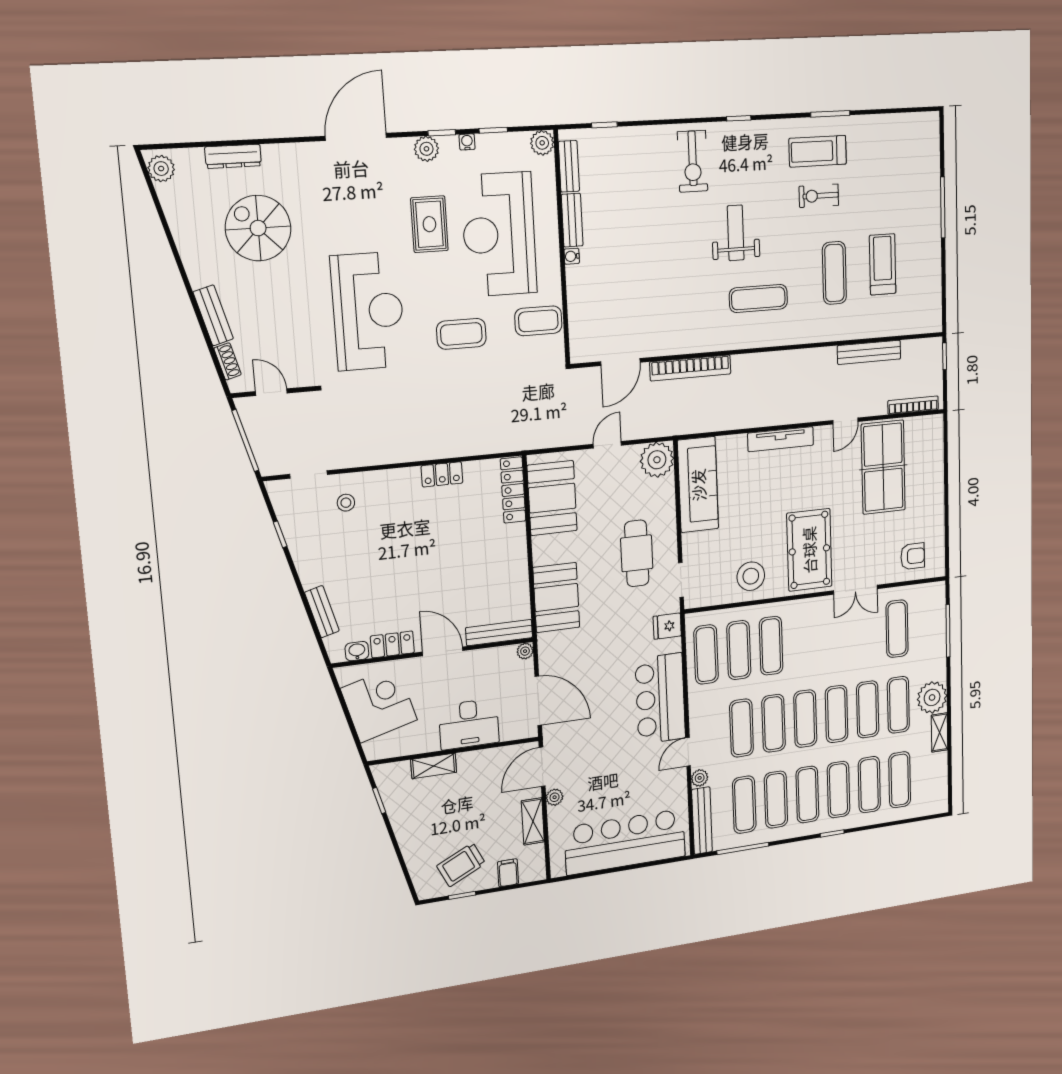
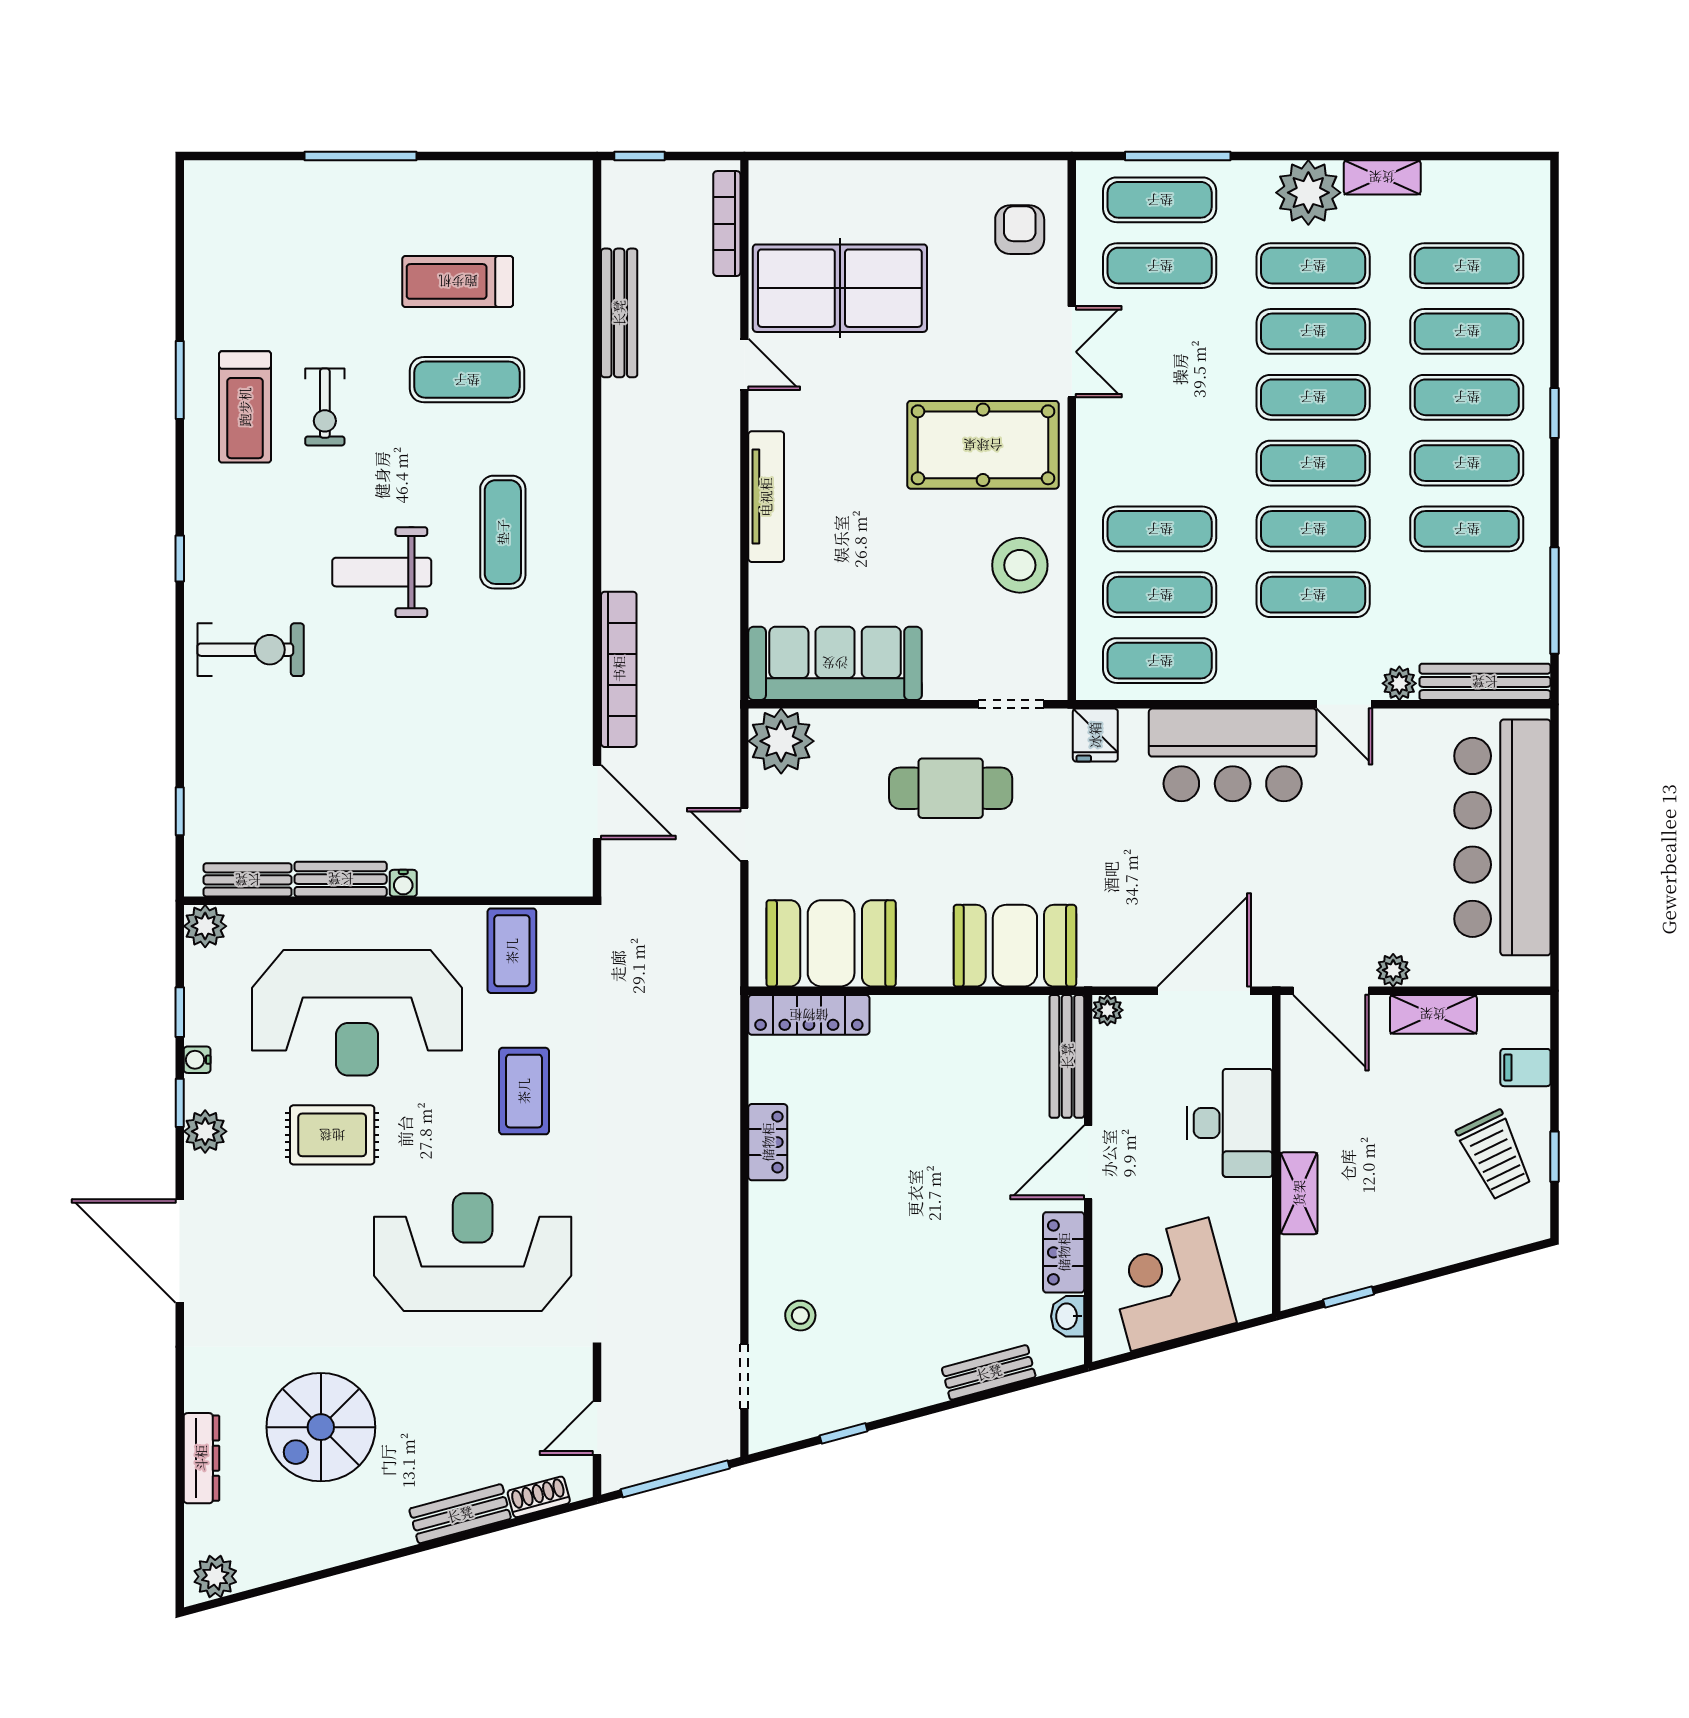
exercise mat: (744, 805) -> (1160, 200), moved

